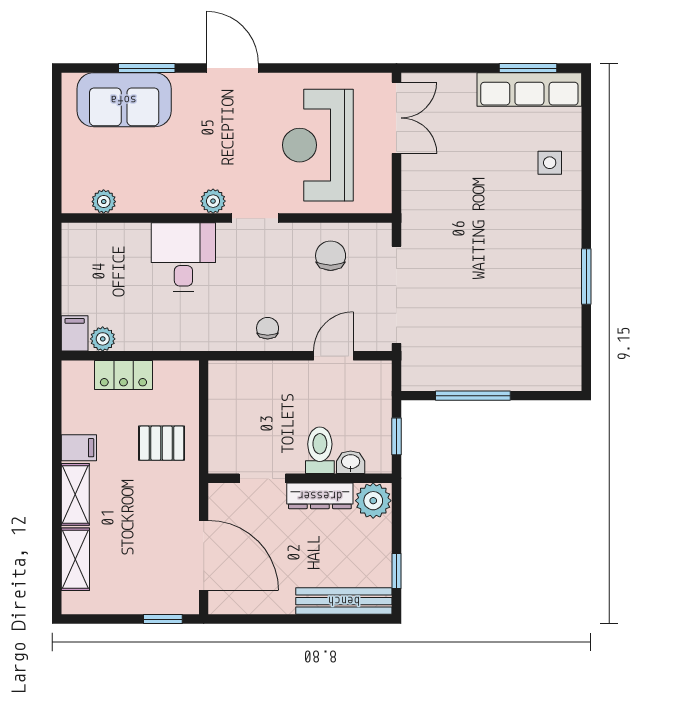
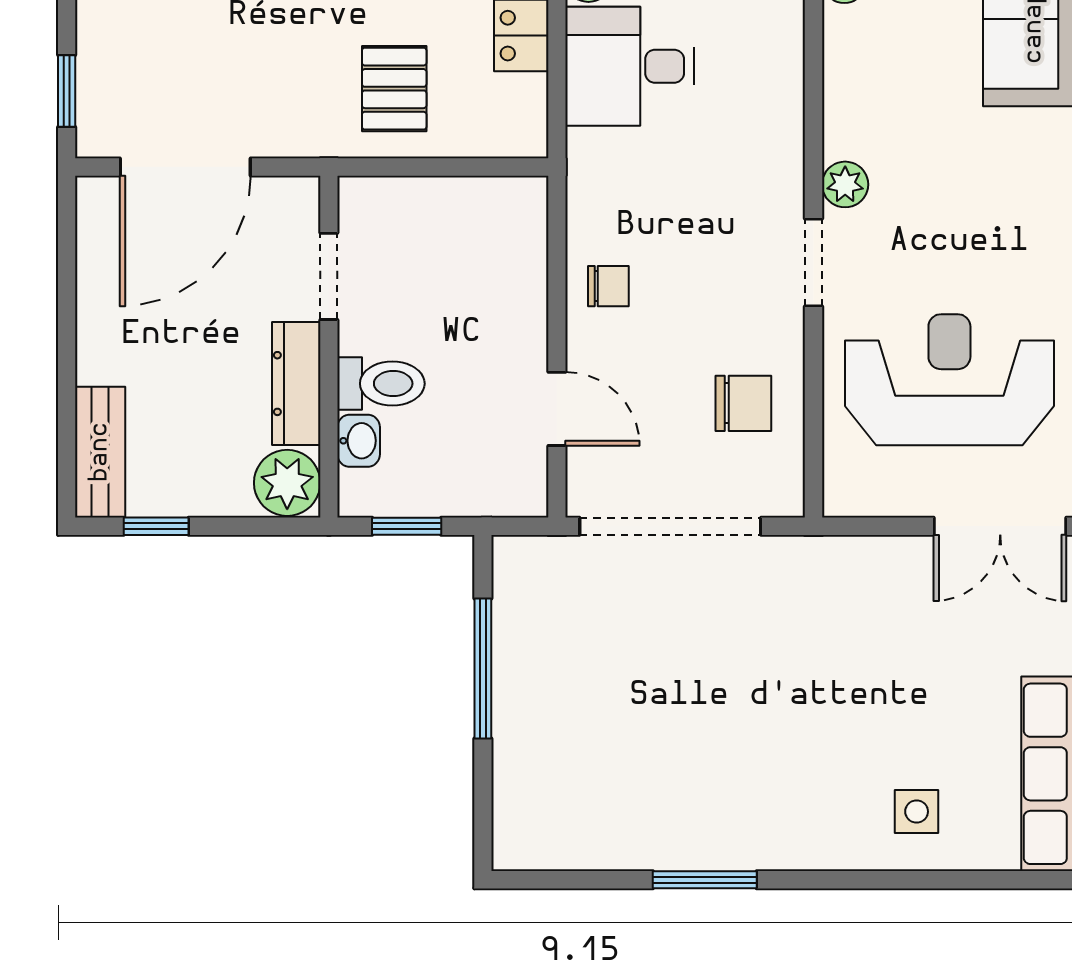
desk: (183, 257) -> (630, 66), moved, turned 180
bench: (344, 601) -> (100, 452), width x0.73

